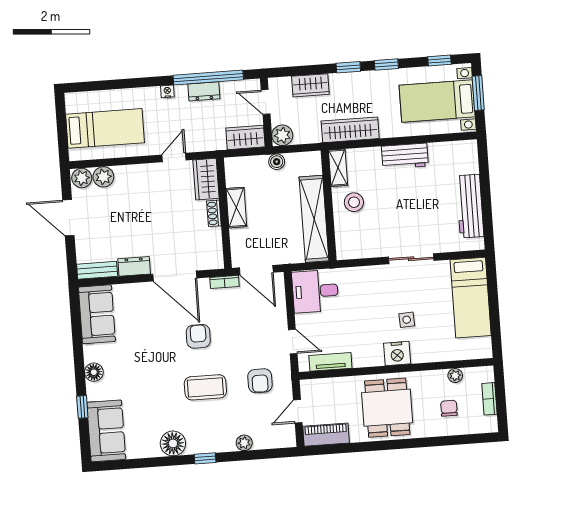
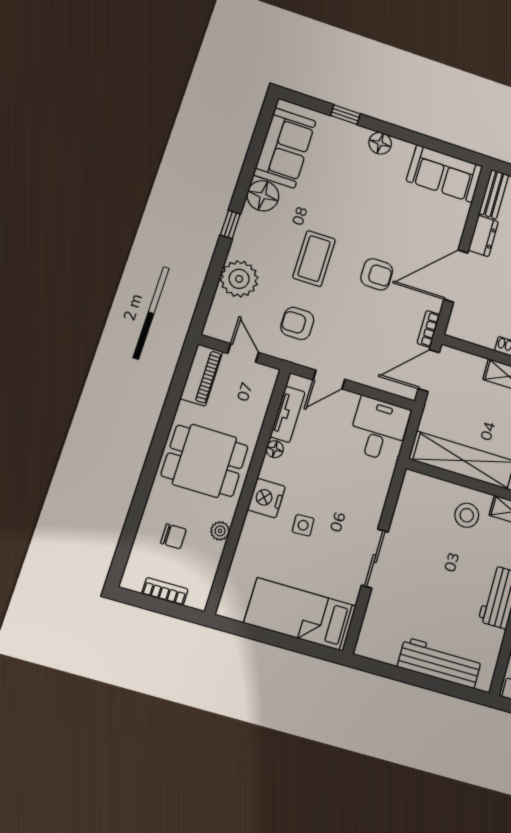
workbench: (470, 206) -> (440, 663), moved
floor lamp: (360, 361) -> (275, 449), added
plant: (455, 376) -> (220, 531), moved
sofa: (106, 431) -> (285, 148), moved, turned -90
plant: (244, 443) -> (239, 279), width x1.88, depth x1.88

